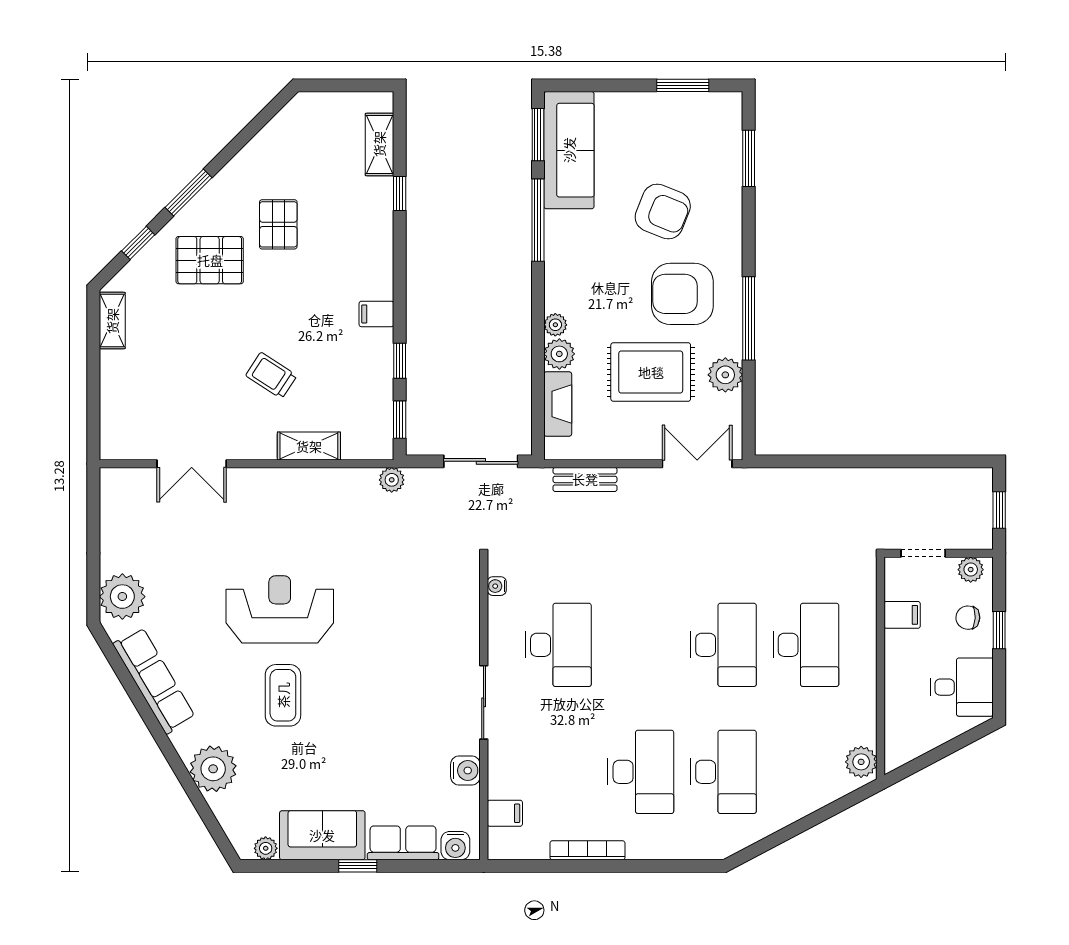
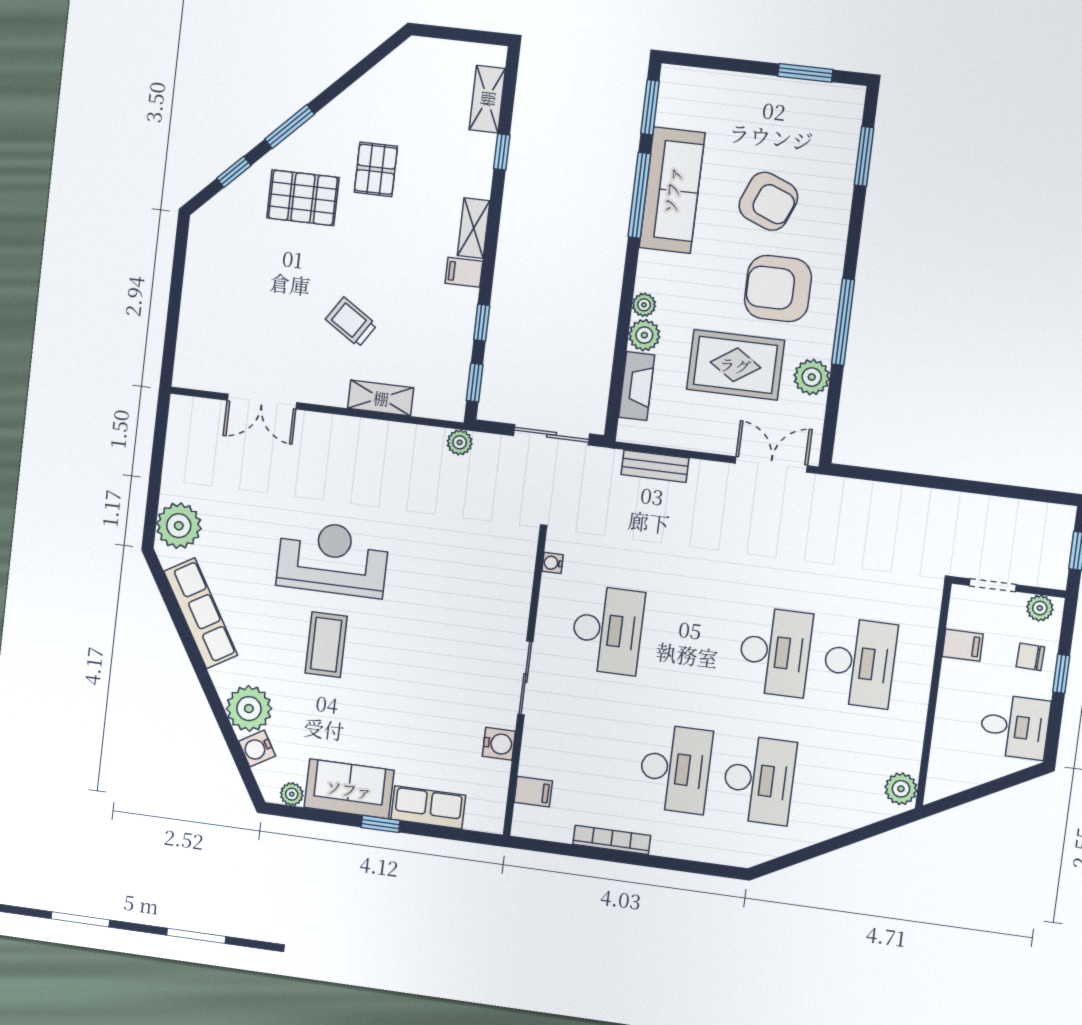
sofa: (569, 150) -> (672, 190), moved
shelving: (112, 321) -> (474, 228), moved
water cooler: (455, 846) -> (257, 749), moved, turned 59

